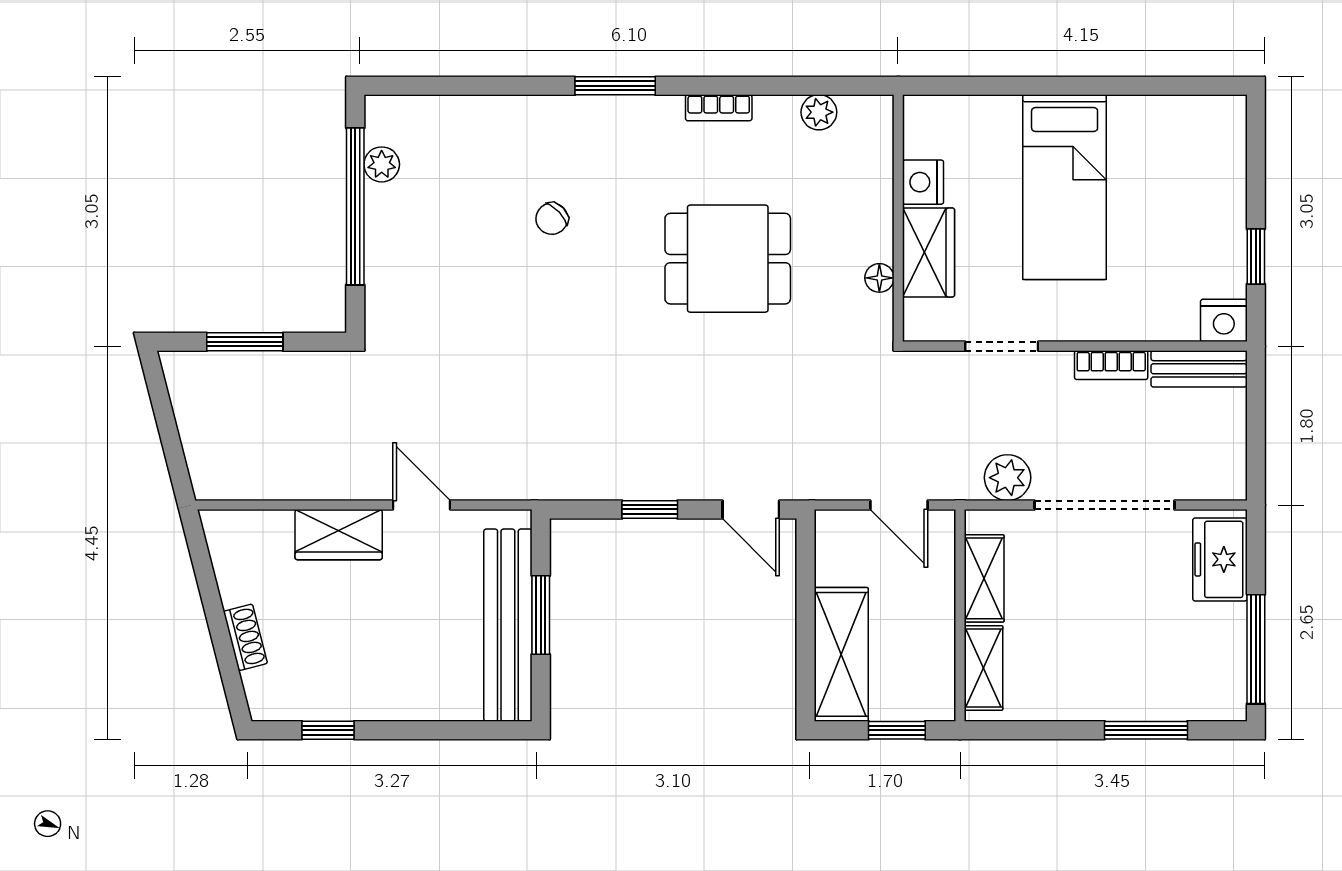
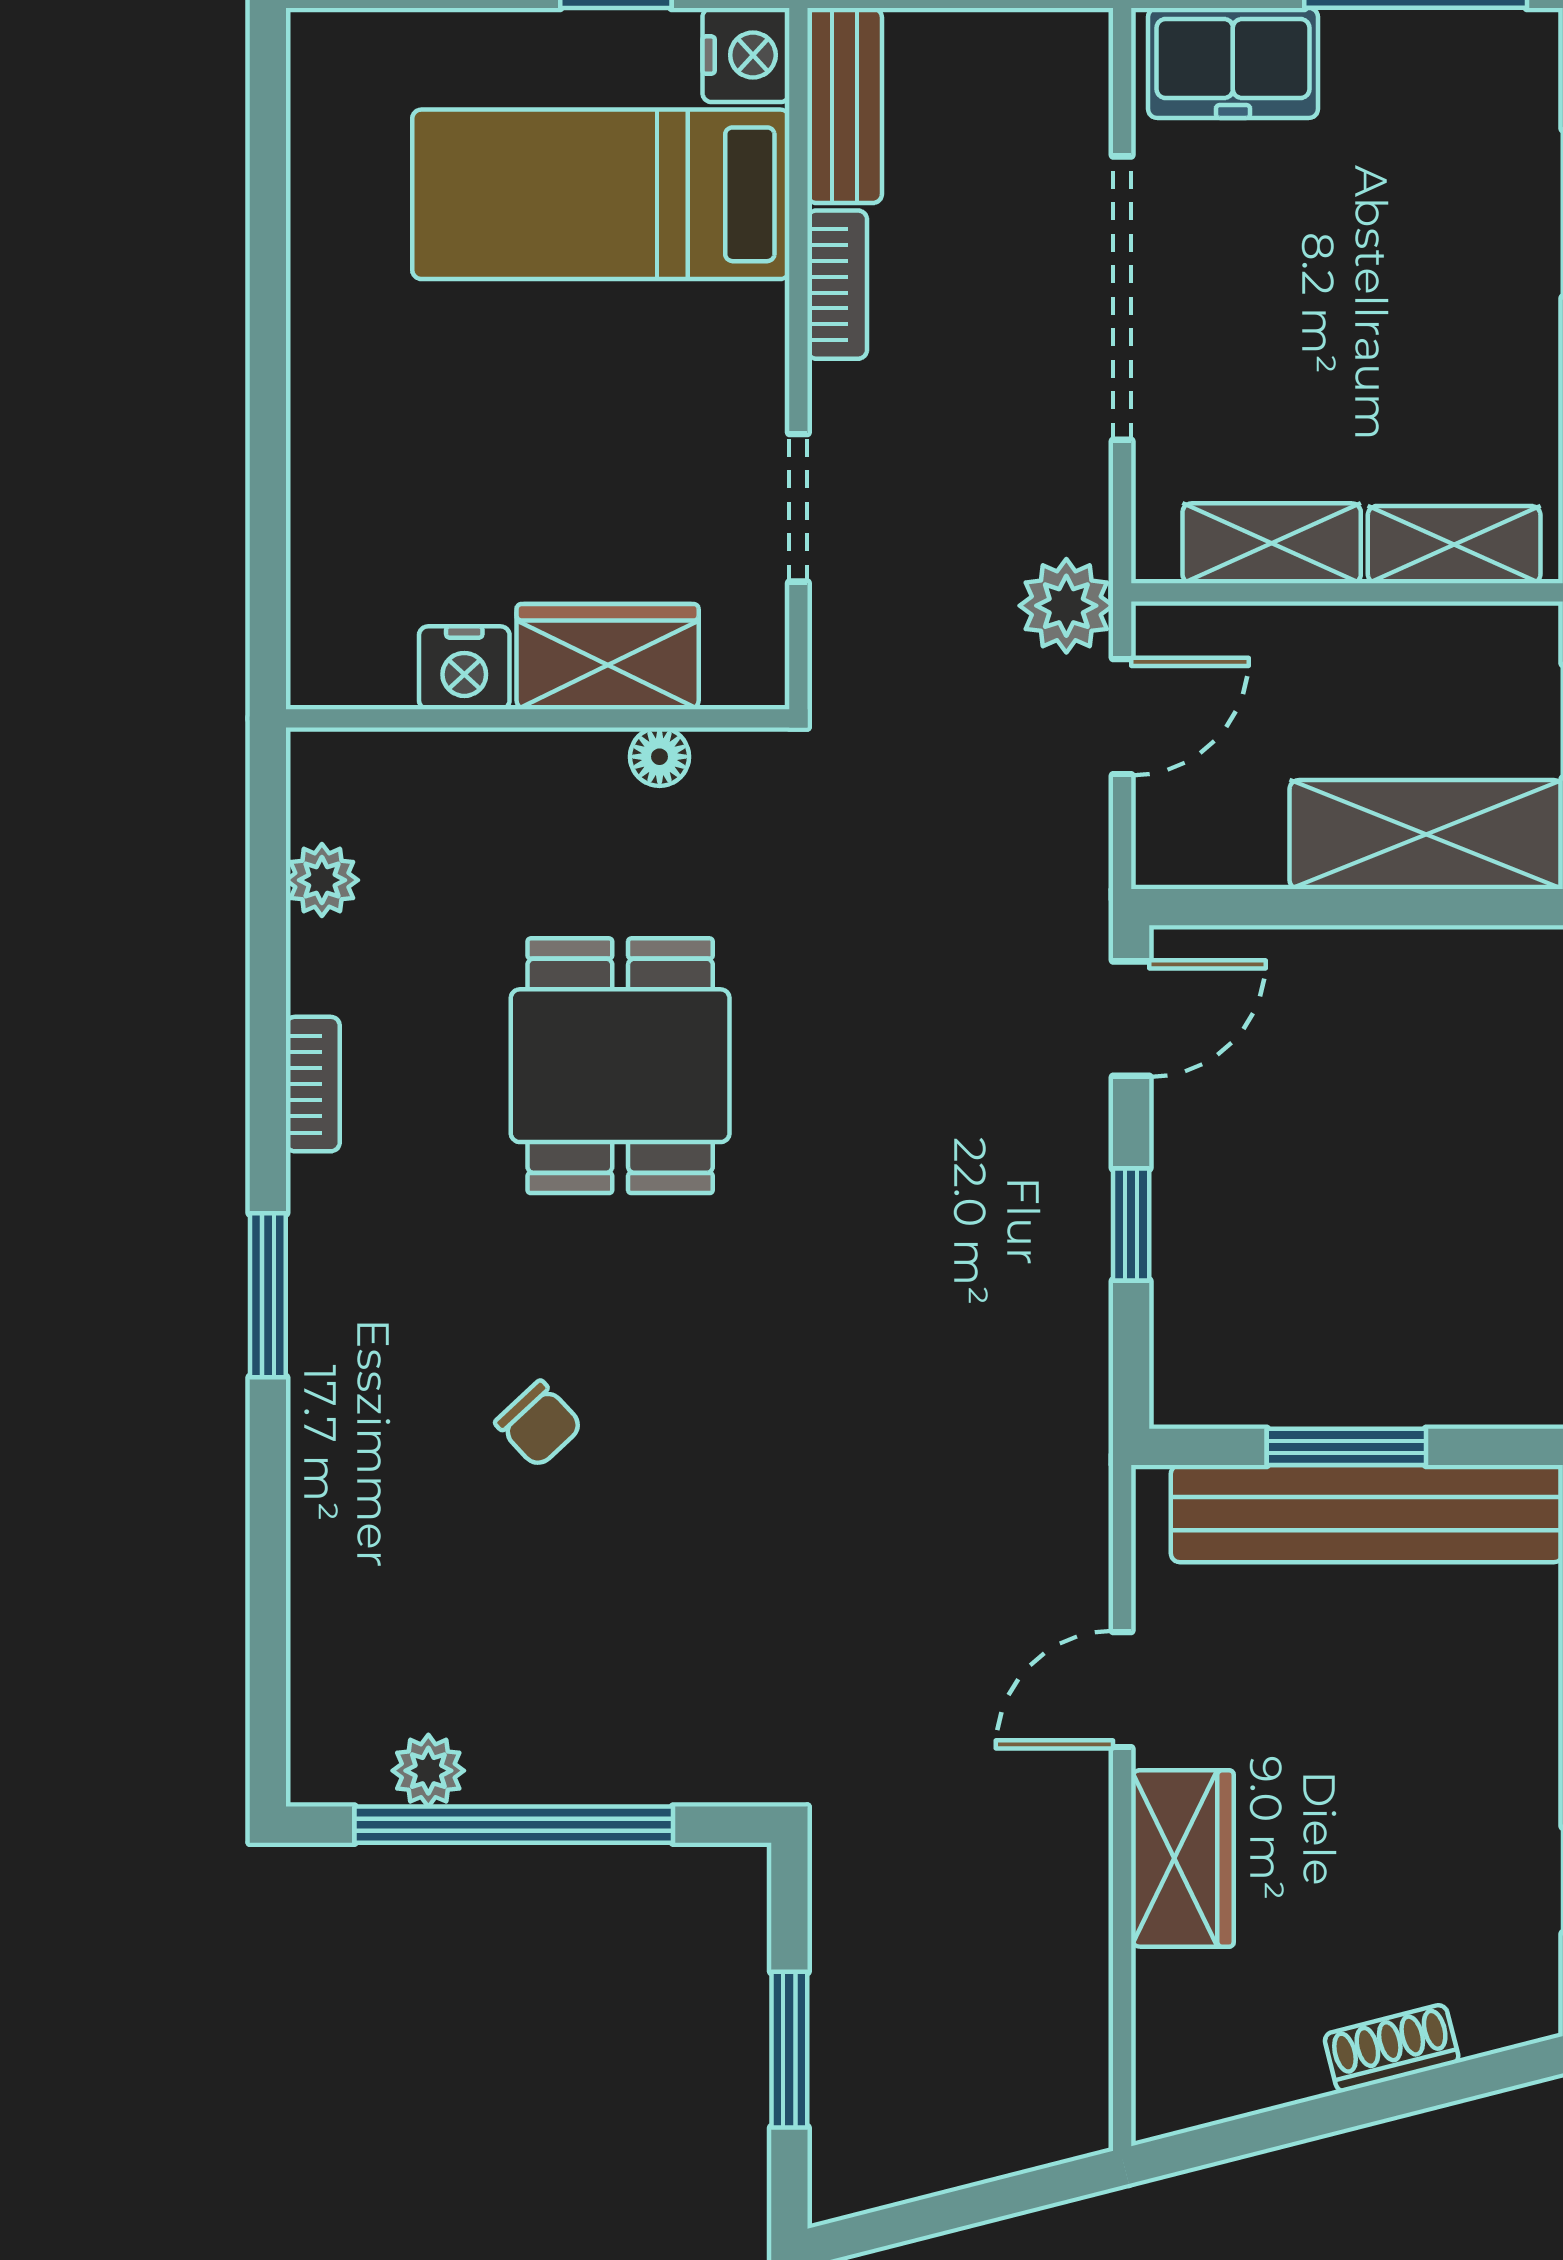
bed: (1065, 187) -> (601, 194), moved, turned 180
plant: (1008, 478) -> (1066, 606), moved

